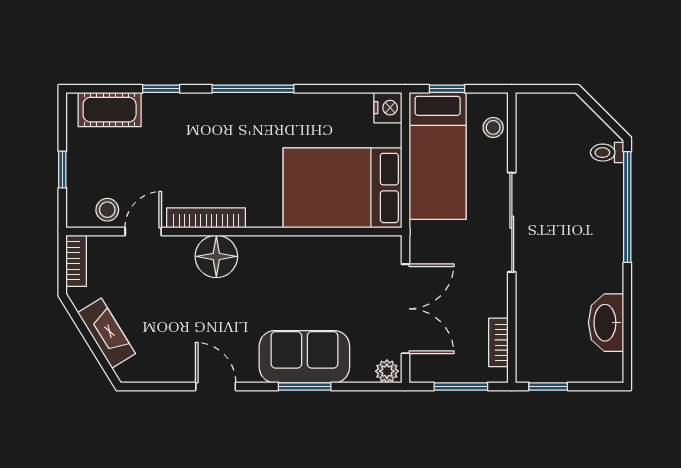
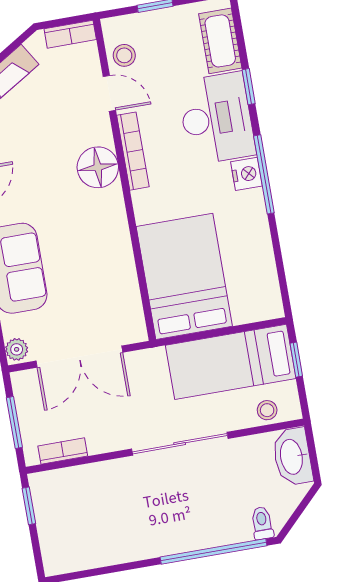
nightstand: (388, 108) -> (247, 174), moved, turned -90
desk: (188, 127) -> (216, 118), added
washbasin: (606, 323) -> (292, 457), moved, turned -90

